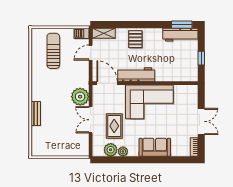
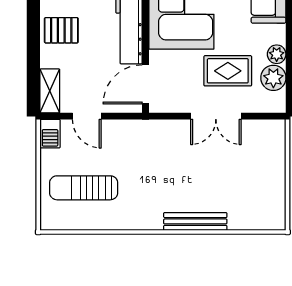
plant: (80, 97) -> (171, 136), removed
bench: (36, 113) -> (195, 221), width x1.36

